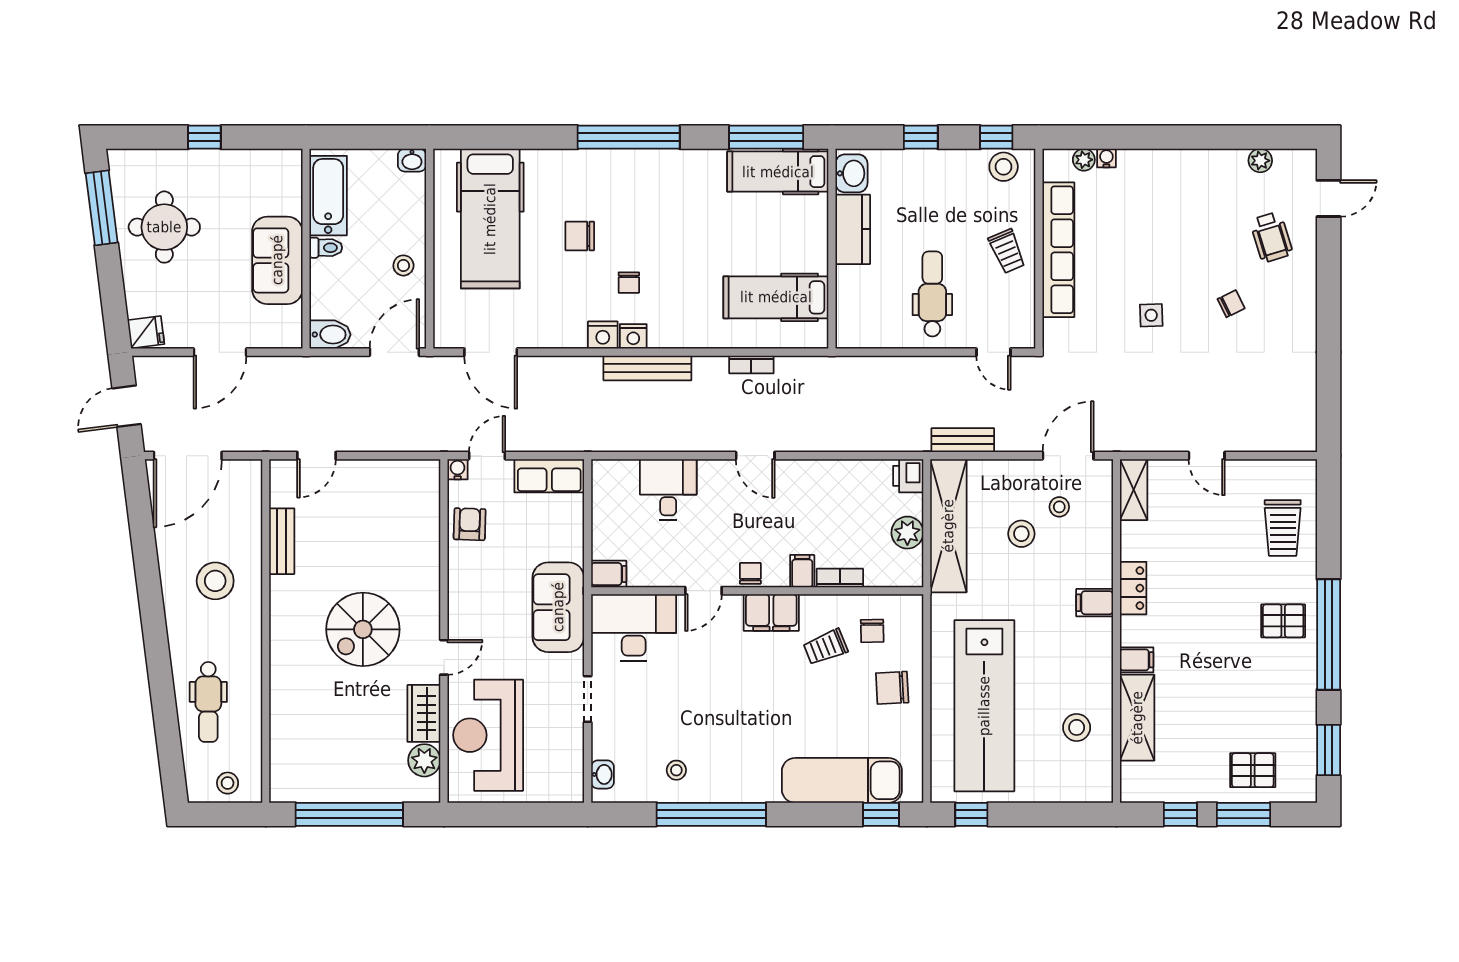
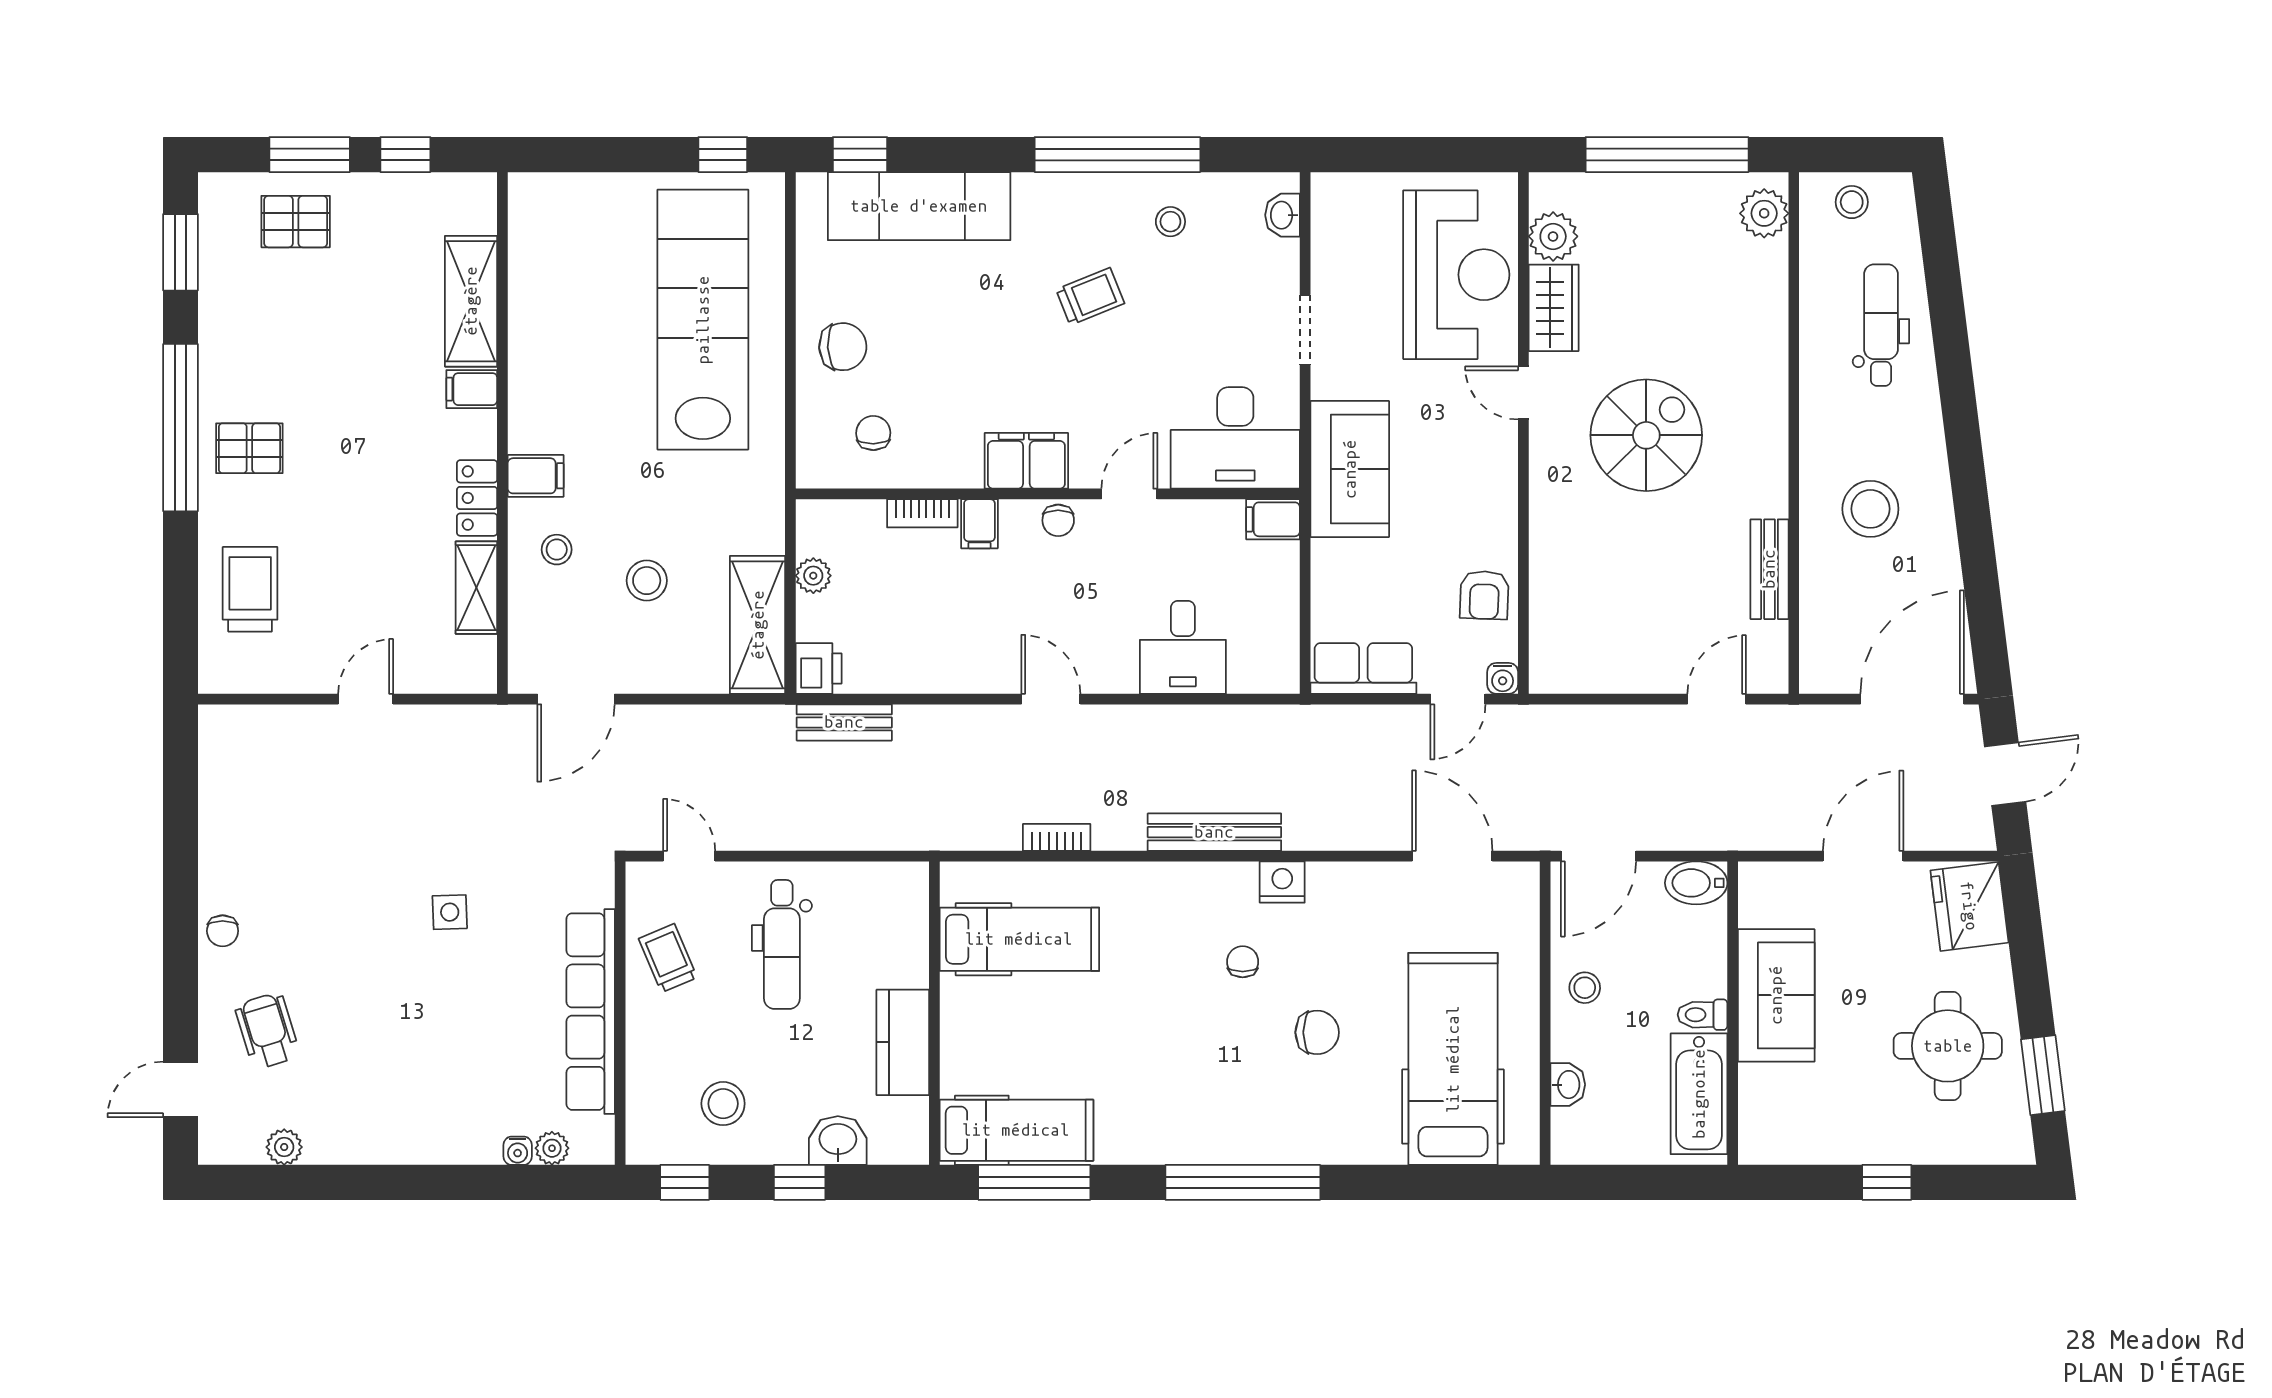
washbasin: (412, 160) -> (1568, 1085), moved, turned 90
stool: (1004, 167) -> (723, 1104), moved
washbasin: (851, 173) -> (838, 1140), moved, turned 90
window: (102, 208) -> (2043, 1075), width x0.69
trolley: (1007, 251) -> (668, 958), moved
chair: (1231, 304) -> (223, 931), moved, turned -64
fridge: (146, 332) -> (1969, 906), width x1.88, depth x1.34
nightstand: (633, 336) -> (1236, 880), removed
bench: (963, 440) -> (844, 722), moved
door: (1207, 456) -> (366, 699), hinge flipped
shelving: (1134, 490) -> (476, 588), moved
stool: (1059, 507) -> (557, 550), moved
shelving: (948, 526) -> (758, 625), width x0.68
plant: (907, 533) -> (813, 576), width x0.73, depth x0.73
trolley: (826, 647) -> (1090, 296), moved
door: (444, 657) -> (1523, 393), hinge flipped
stool: (1077, 727) -> (563, 286), removed
plant: (285, 776) -> (1764, 213), added

